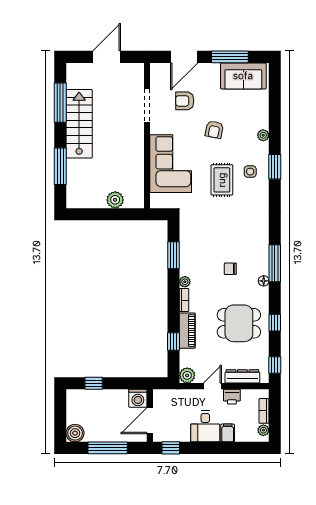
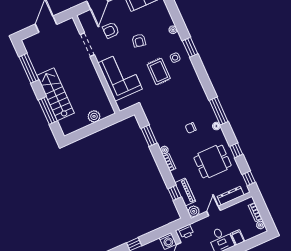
stairs: (79, 124) -> (55, 94), moved
piano: (187, 331) -> (185, 192), moved
printer: (232, 397) -> (186, 232), moved

